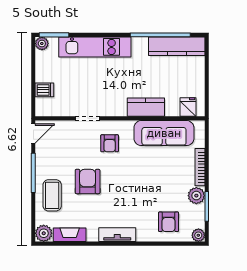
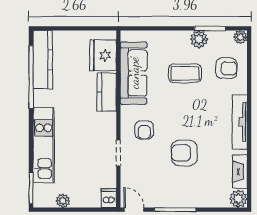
plant: (42, 44) -> (63, 201), moved
dishwasher: (44, 90) -> (109, 198), moved
fridge: (188, 107) -> (103, 55), width x1.88, depth x1.34
armchair: (110, 143) -> (144, 130), turned 90
bookcase: (200, 167) -> (169, 35), removed
coffee table: (52, 195) -> (185, 73), moved
tv unit: (117, 235) -> (240, 122), width x1.41

